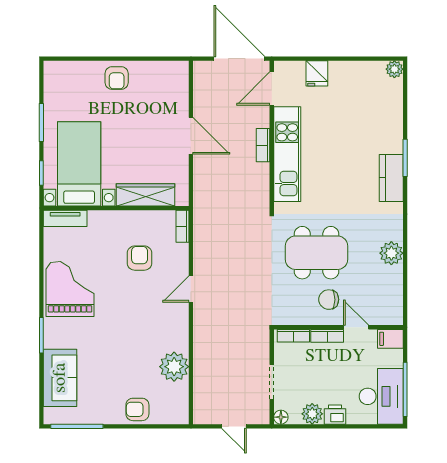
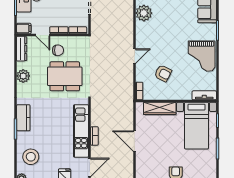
stool: (378, 108) -> (31, 157), added
armchair: (140, 258) -> (163, 73), turned -63
dresser: (394, 303) -> (22, 49), added

